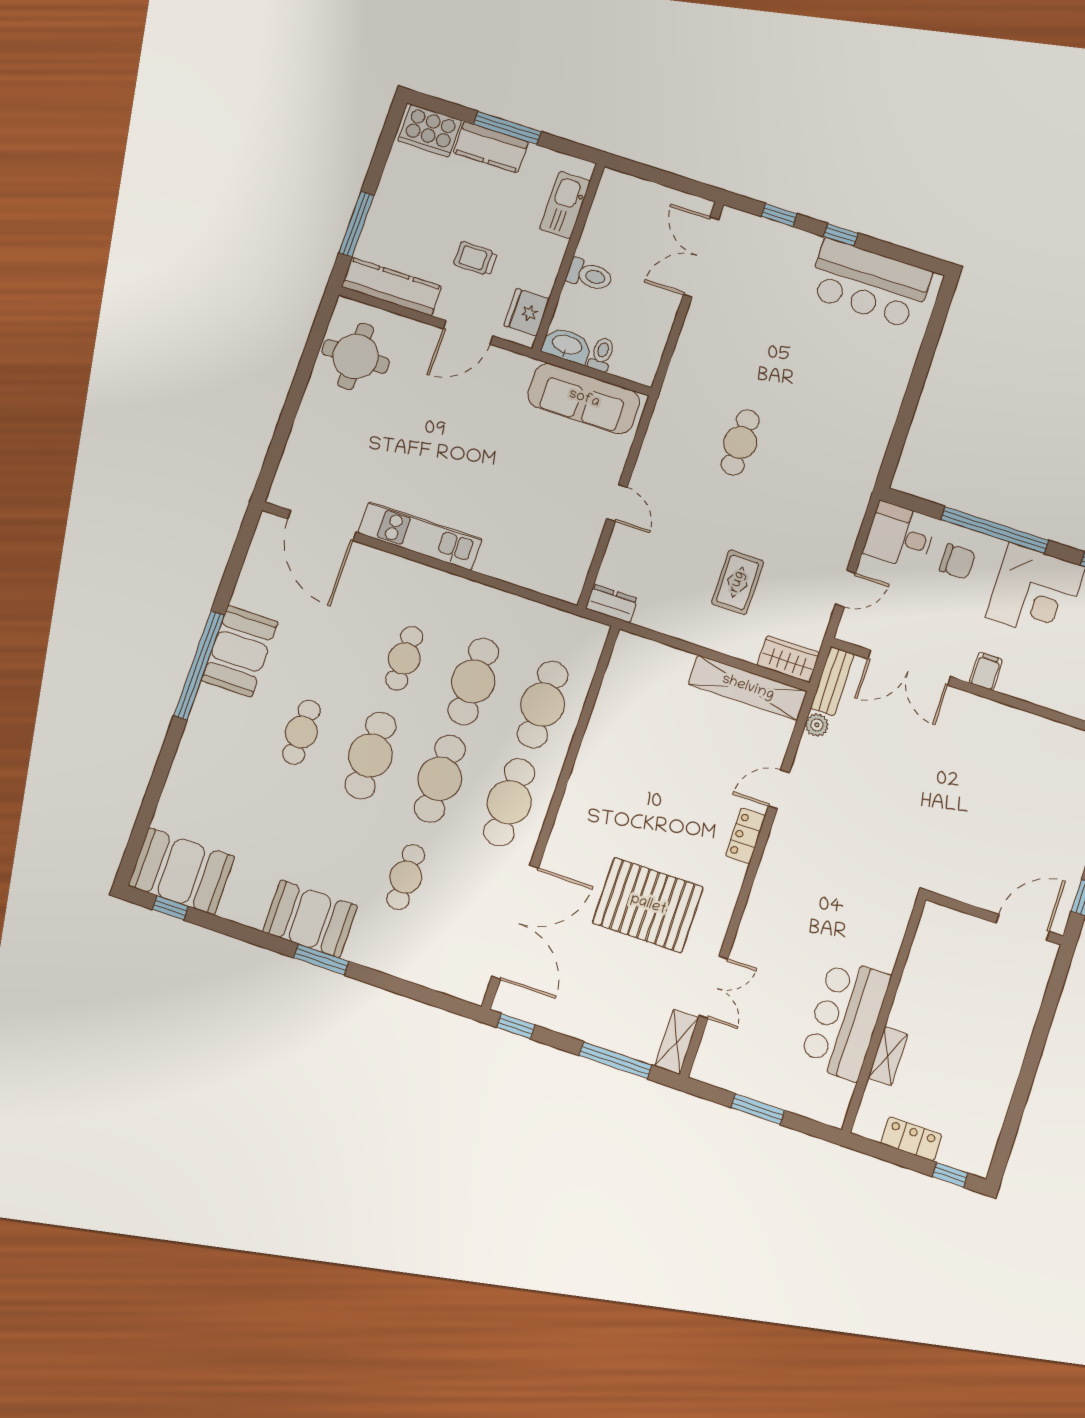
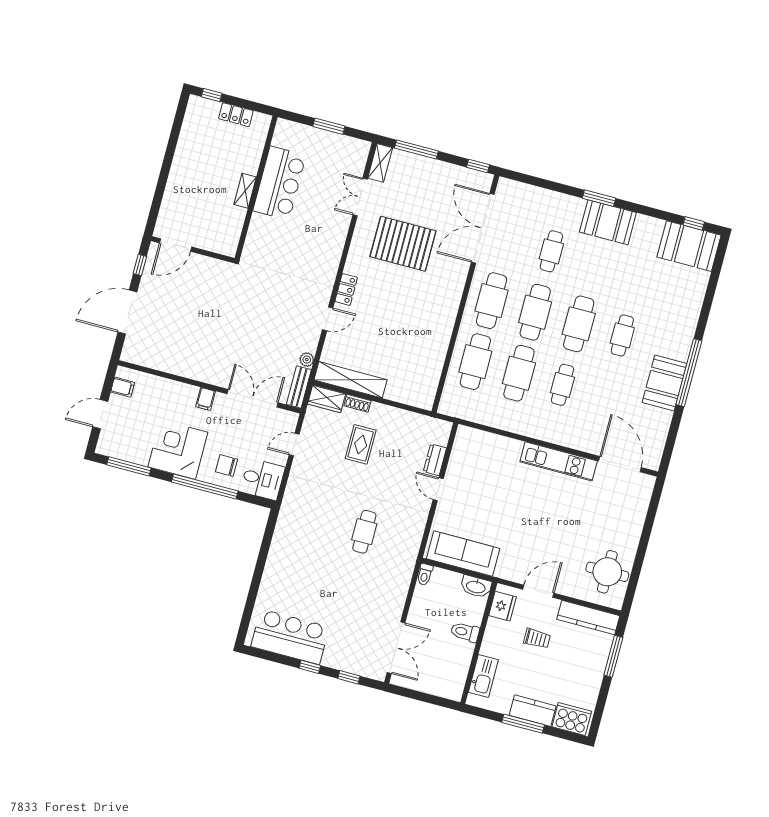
toilet: (602, 354) -> (425, 574), moved
dresser: (612, 603) -> (435, 460), moved, turned 90
shoe rack: (739, 649) -> (357, 403), added
shelving: (888, 1056) -> (245, 191), moved

